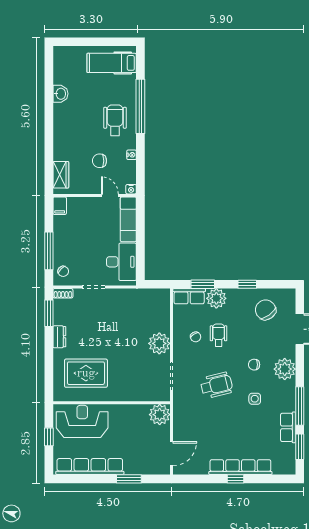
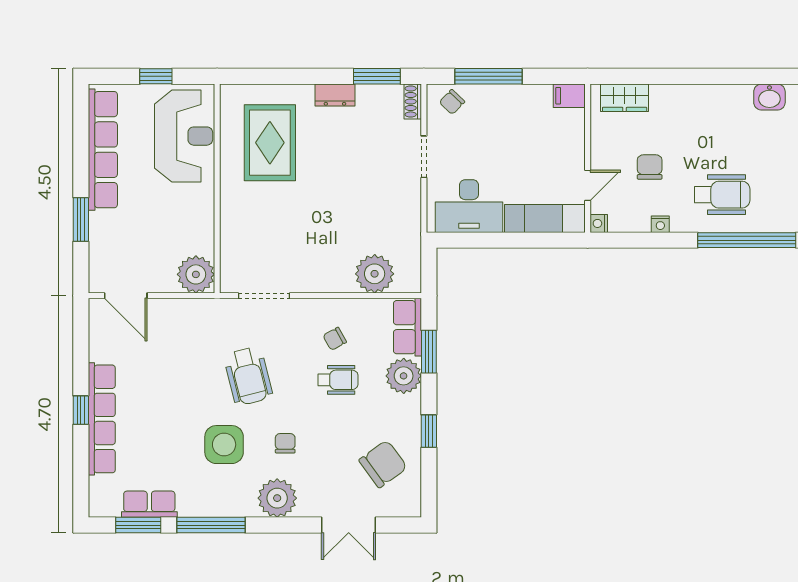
plant: (159, 343) -> (375, 274), moved
side table: (255, 399) -> (224, 445), width x1.87, depth x1.87
row of seats: (288, 427) -> (149, 504), moved

